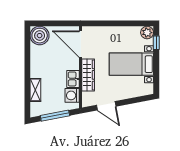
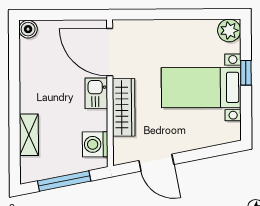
boiler: (40, 36) -> (28, 29), width x0.54, depth x0.54
window: (156, 43) -> (246, 73), moved
kitchen sink: (73, 79) -> (96, 93), moved

